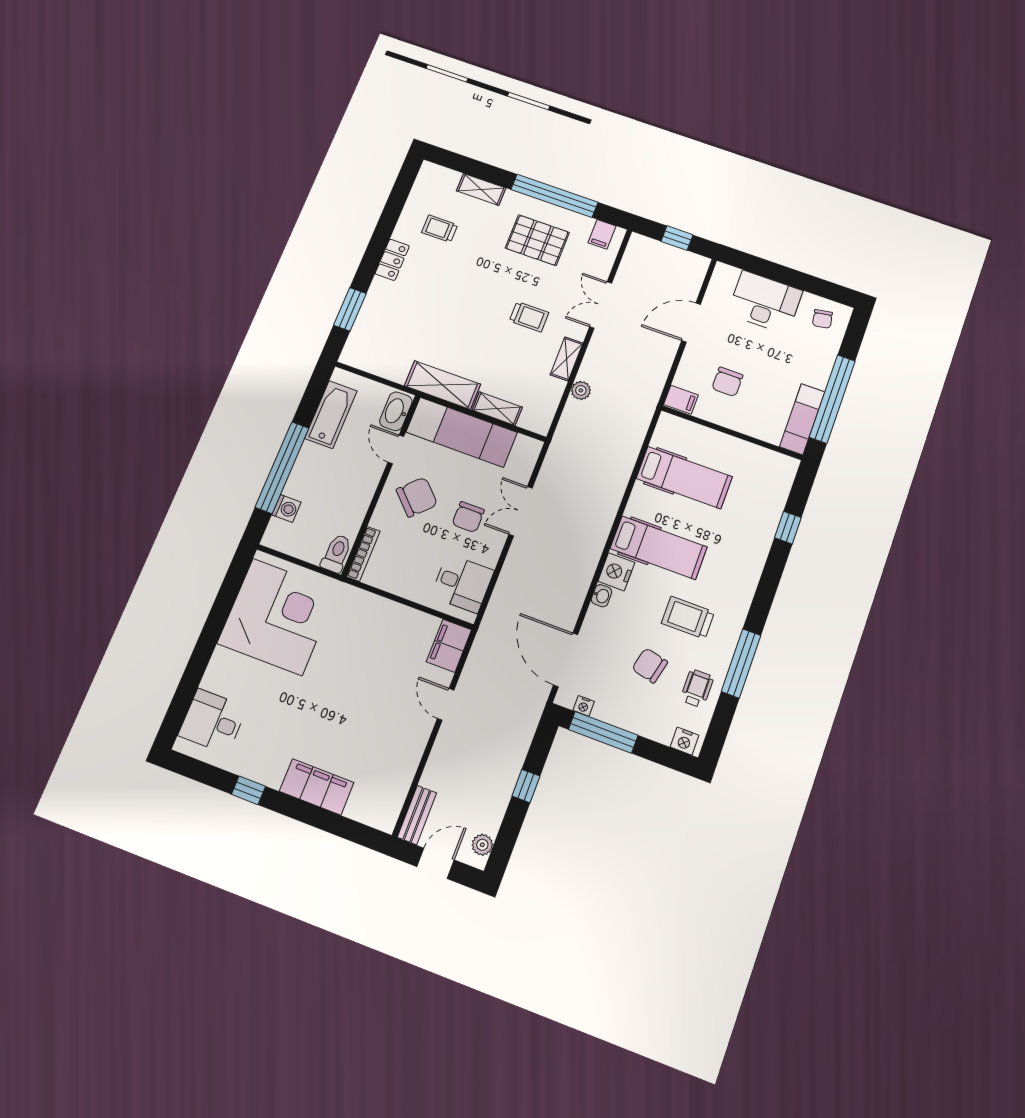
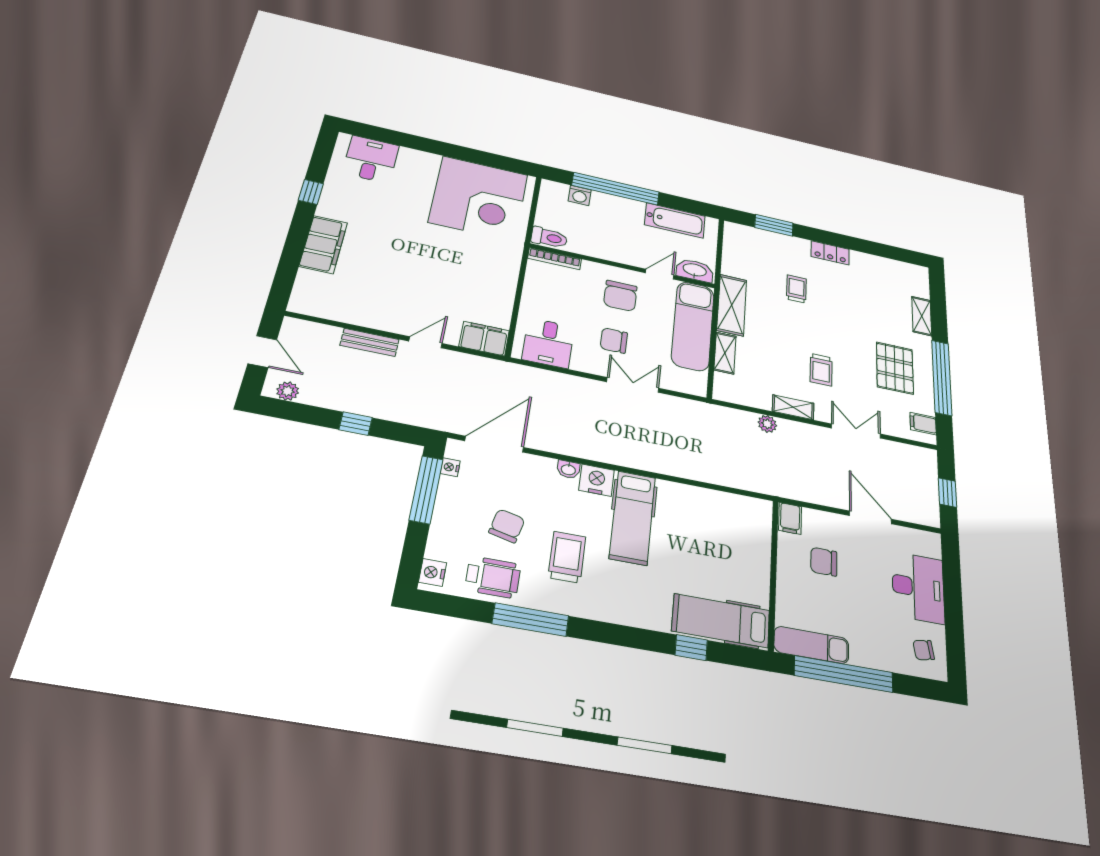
trolley: (440, 229) -> (796, 289), moved
hospital bed: (684, 478) -> (721, 621), moved, turned 90
chair: (417, 497) -> (620, 296), turned 45
wheelchair: (697, 688) -> (493, 577), width x1.36, depth x1.37
bench: (417, 815) -> (370, 342), moved

